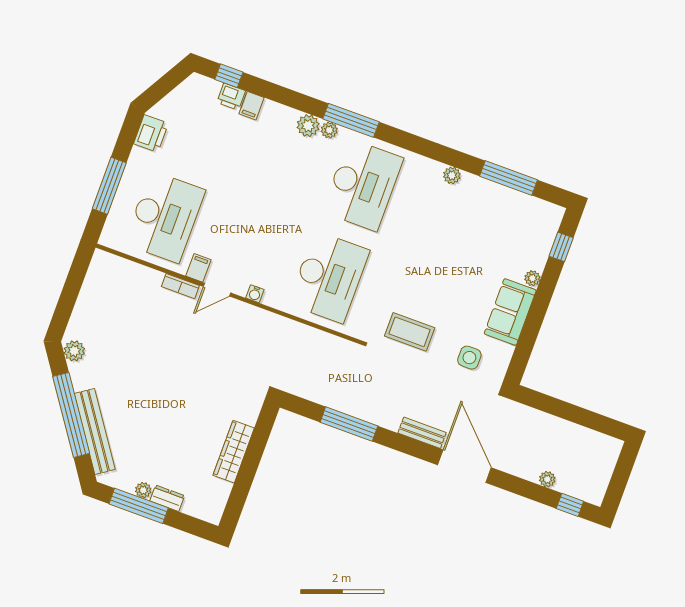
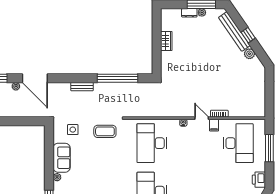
desk: (165, 217) -> (238, 143), turned 180
door: (217, 290) -> (202, 118), hinge flipped
plant: (74, 351) -> (249, 54), moved
window: (71, 415) -> (248, 35), width x0.32
window: (349, 424) -> (117, 78), width x1.46
wardrobe: (234, 452) -> (166, 41), width x0.67
door: (464, 466) -> (35, 78), moved

